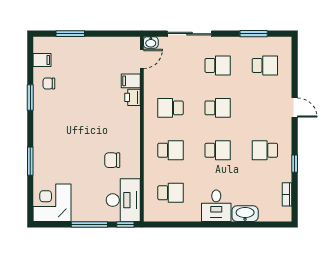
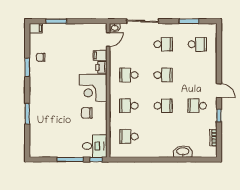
filing cabinet: (42, 60) -> (36, 28), moved
door: (295, 108) -> (219, 91), moved
school desk: (170, 150) -> (129, 106), turned 180
school desk: (170, 193) -> (129, 136), turned 180
desk: (123, 200) -> (95, 146), width x0.73
corner desk: (52, 203) -> (93, 88), moved, turned -90
desk: (216, 206) -> (162, 146), removed

